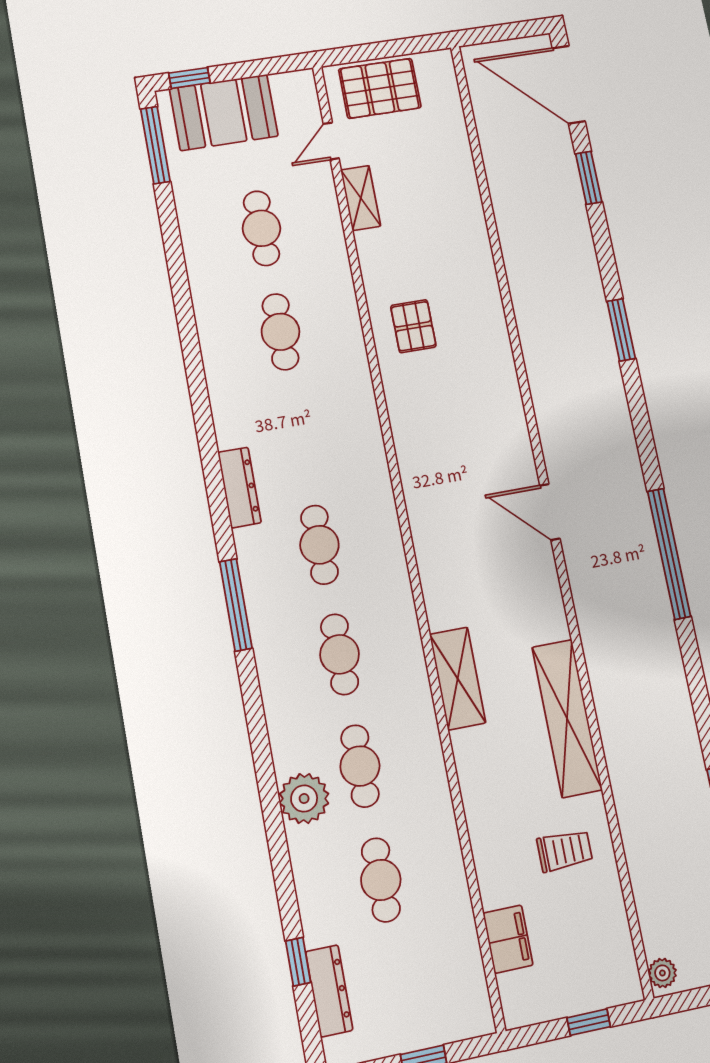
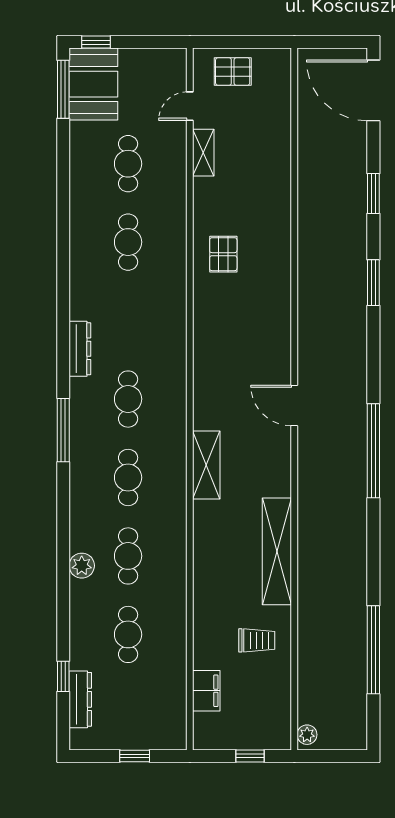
pallet: (380, 88) -> (233, 72), width x0.67, depth x0.71
booth: (224, 112) -> (93, 84), moved, turned 90
window: (589, 178) -> (373, 193), moved
shelving: (458, 678) -> (206, 465), moved
plant: (304, 799) -> (82, 566), width x0.73, depth x0.73

